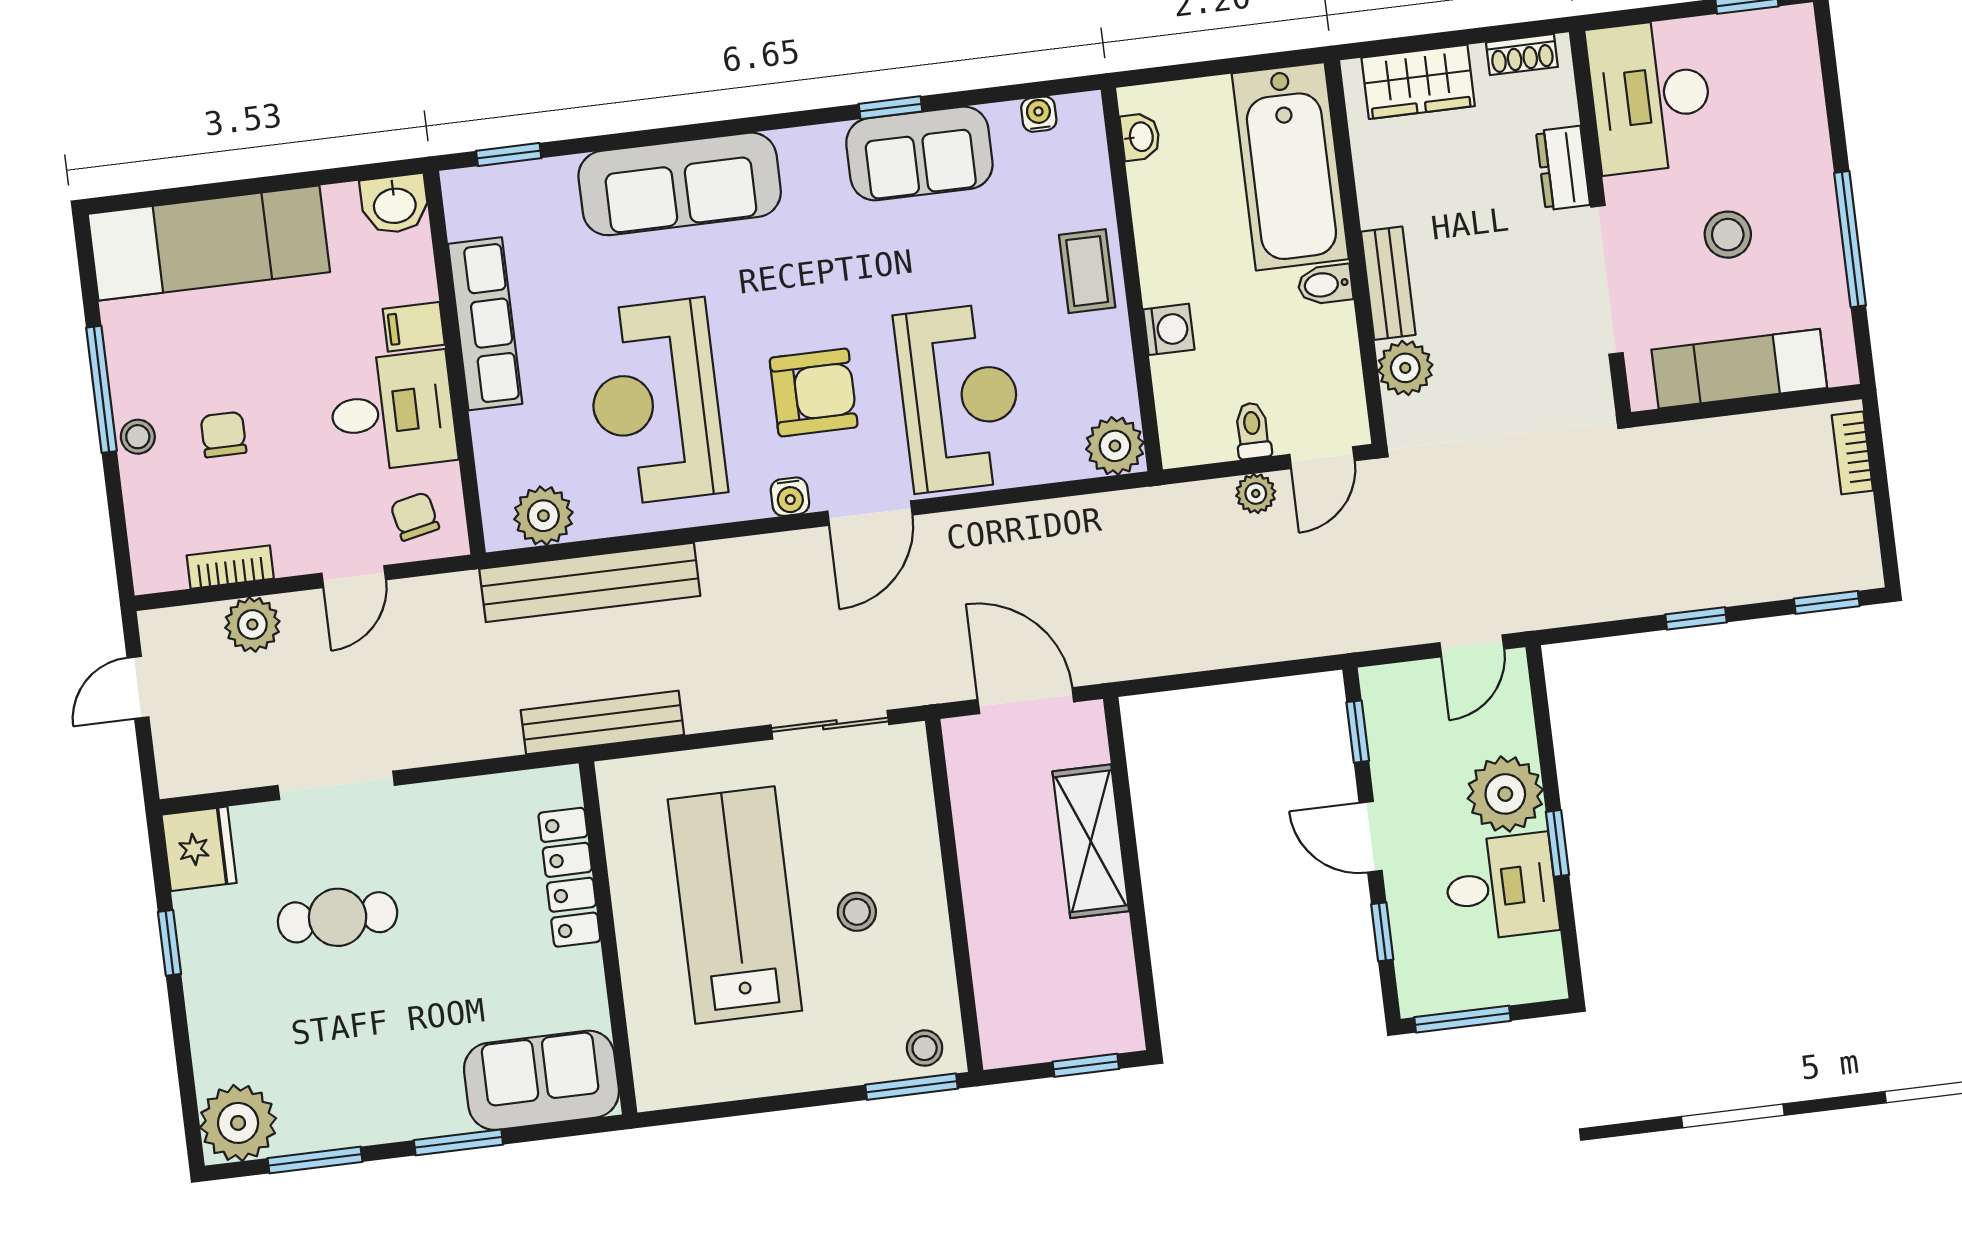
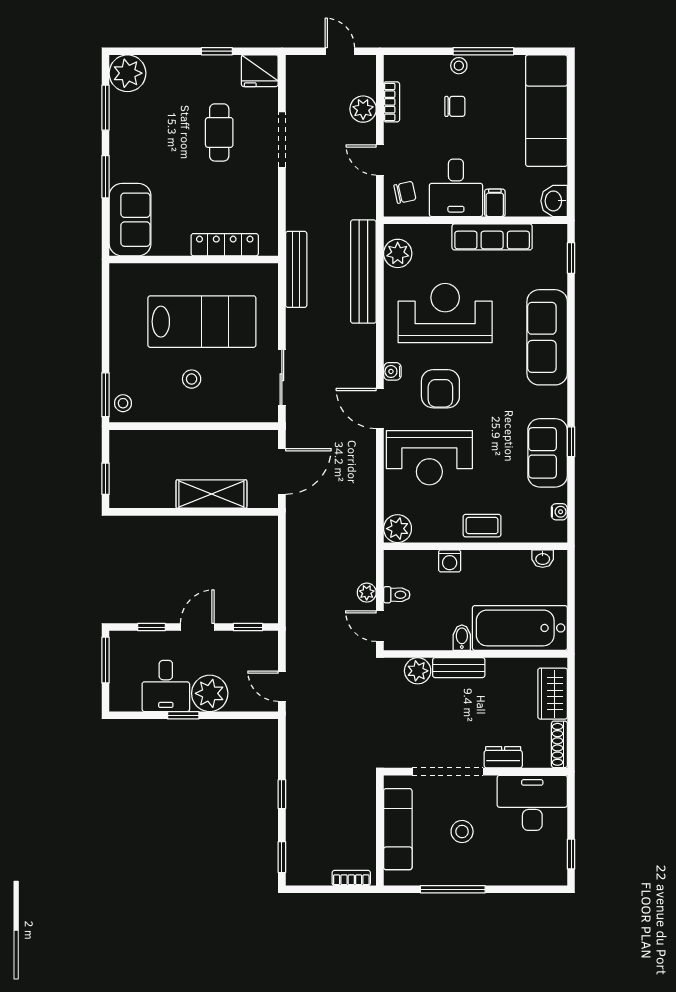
shoe rack: (1522, 55) -> (559, 744), width x1.43

